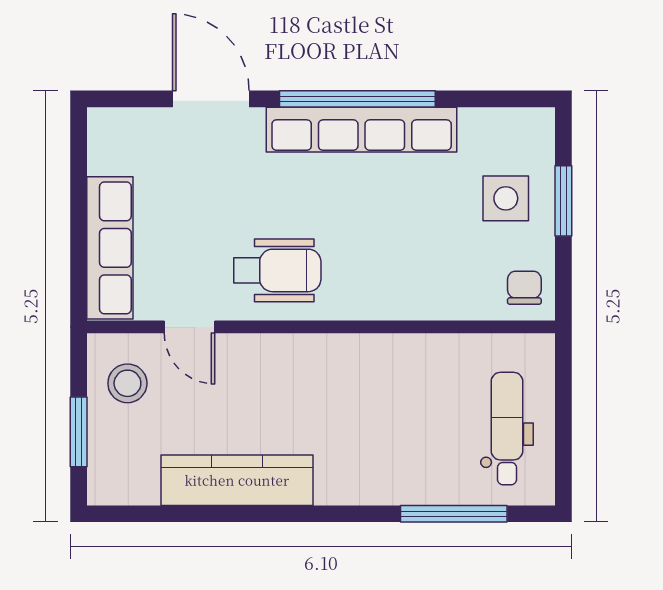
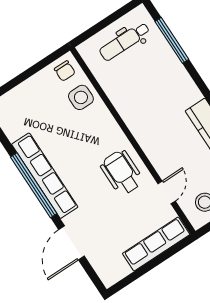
side table: (506, 198) -> (81, 97), moved
window: (563, 201) -> (21, 78), removed
chair: (524, 288) -> (65, 71), turned -90

